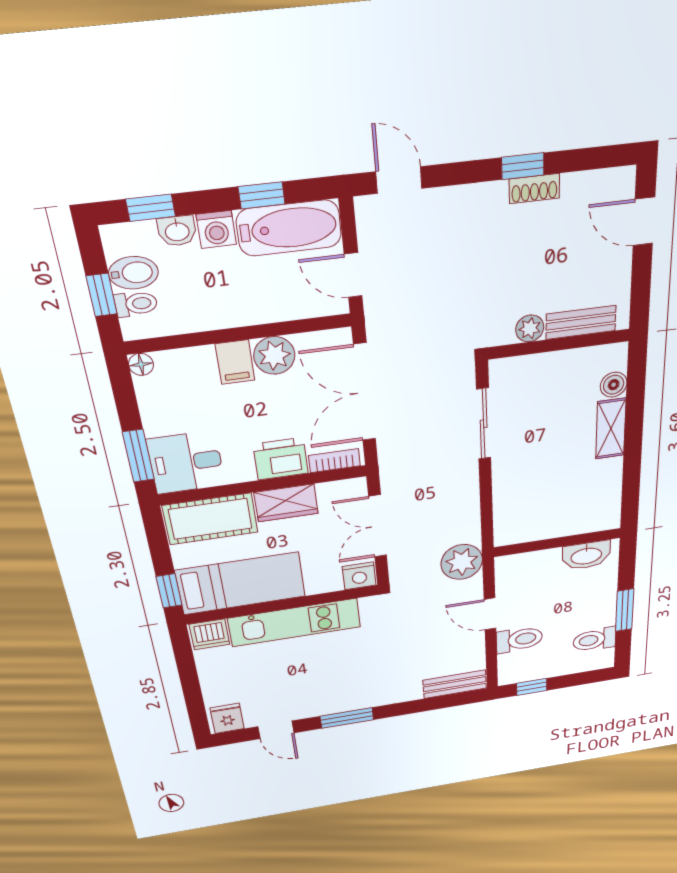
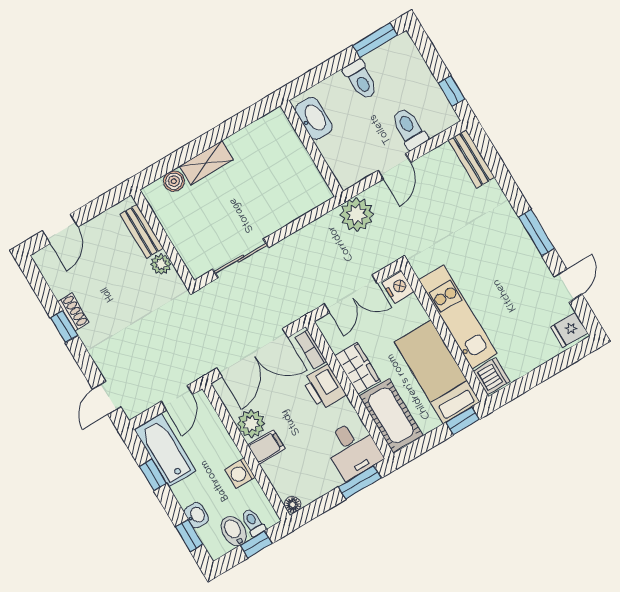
washing machine: (216, 229) -> (240, 473), moved, turned 180
window: (625, 610) -> (375, 40), moved
toilet: (594, 640) -> (361, 80), moved

